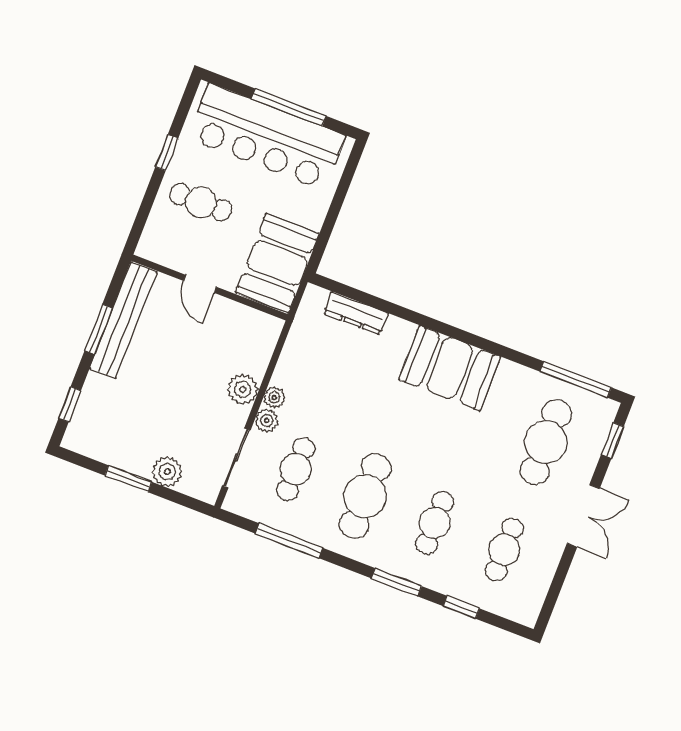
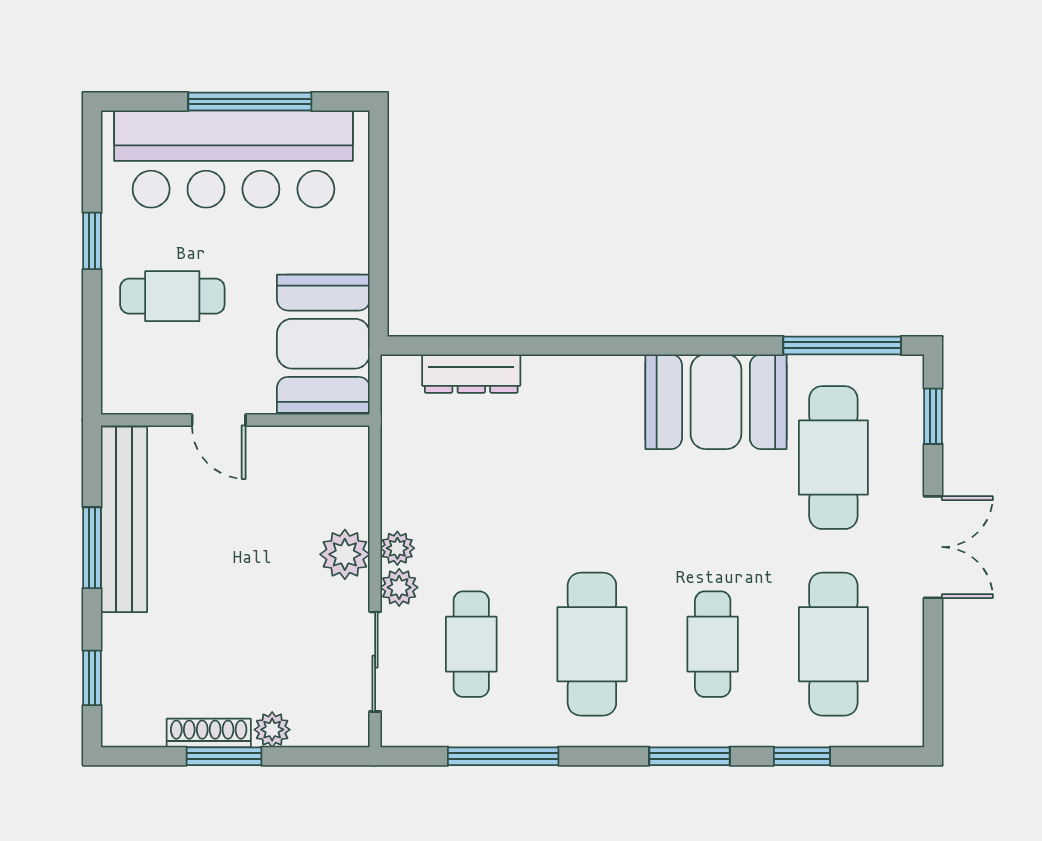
booth: (450, 368) -> (716, 402), moved
shoe rack: (125, 462) -> (209, 733), added
plant: (167, 472) -> (272, 730), width x0.73, depth x0.73
cafe table: (504, 550) -> (833, 644), width x1.37, depth x1.35

